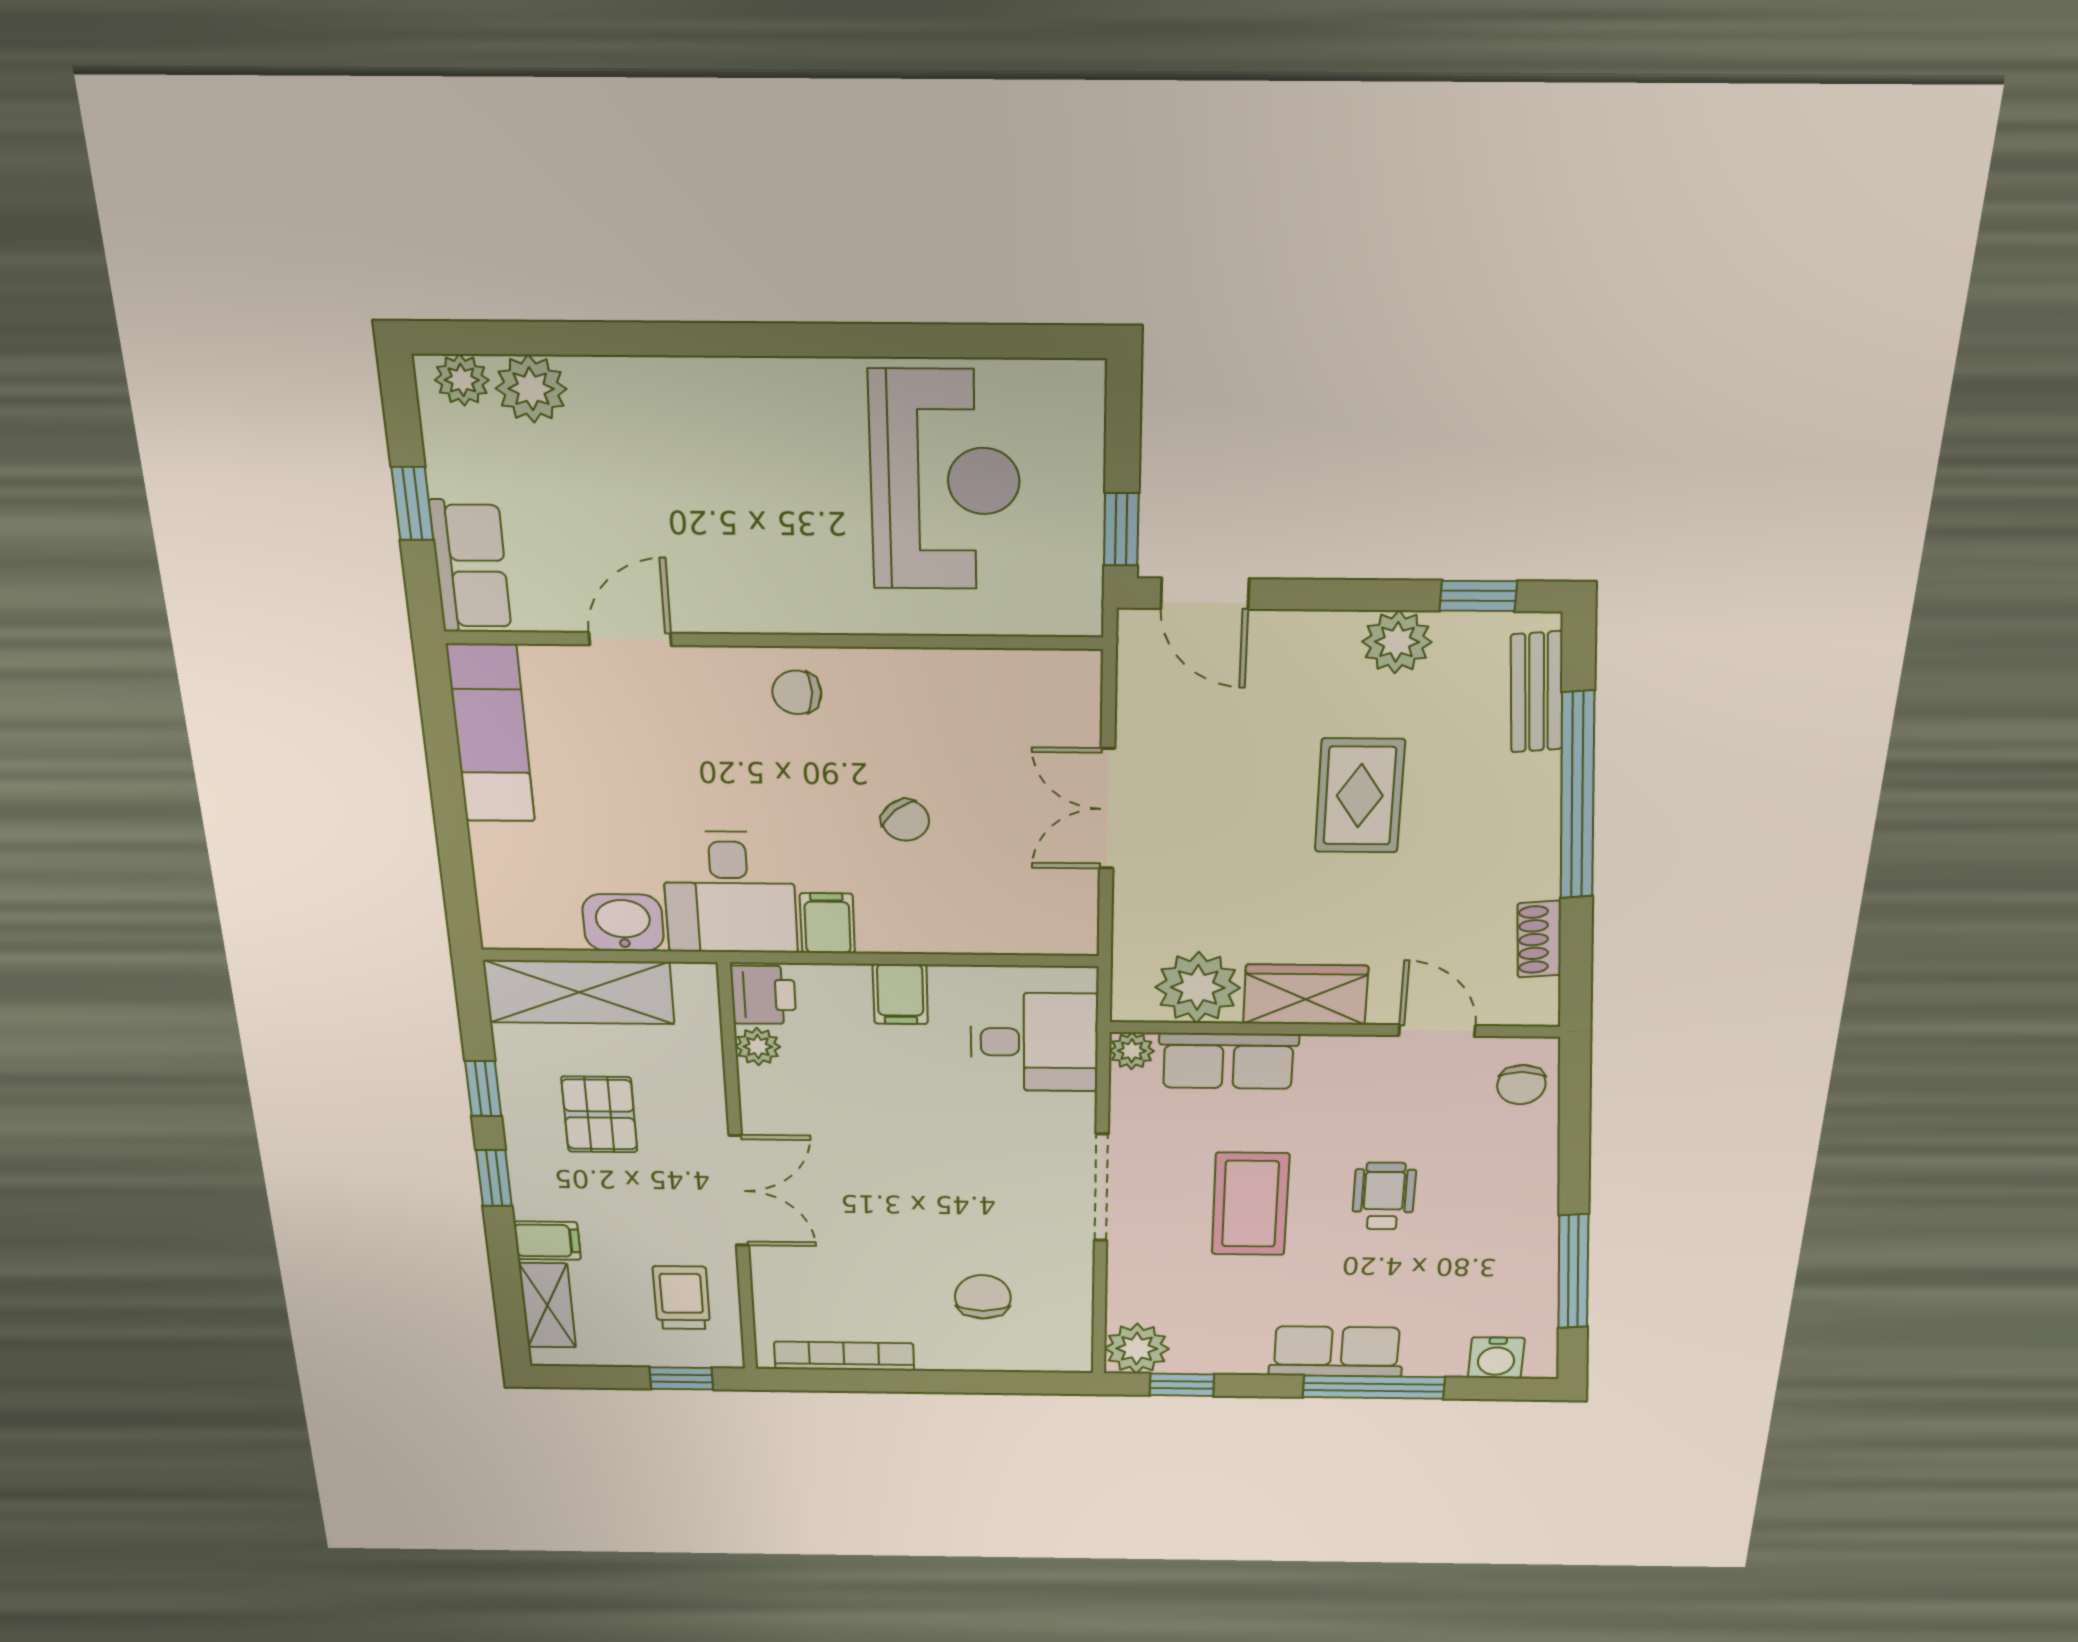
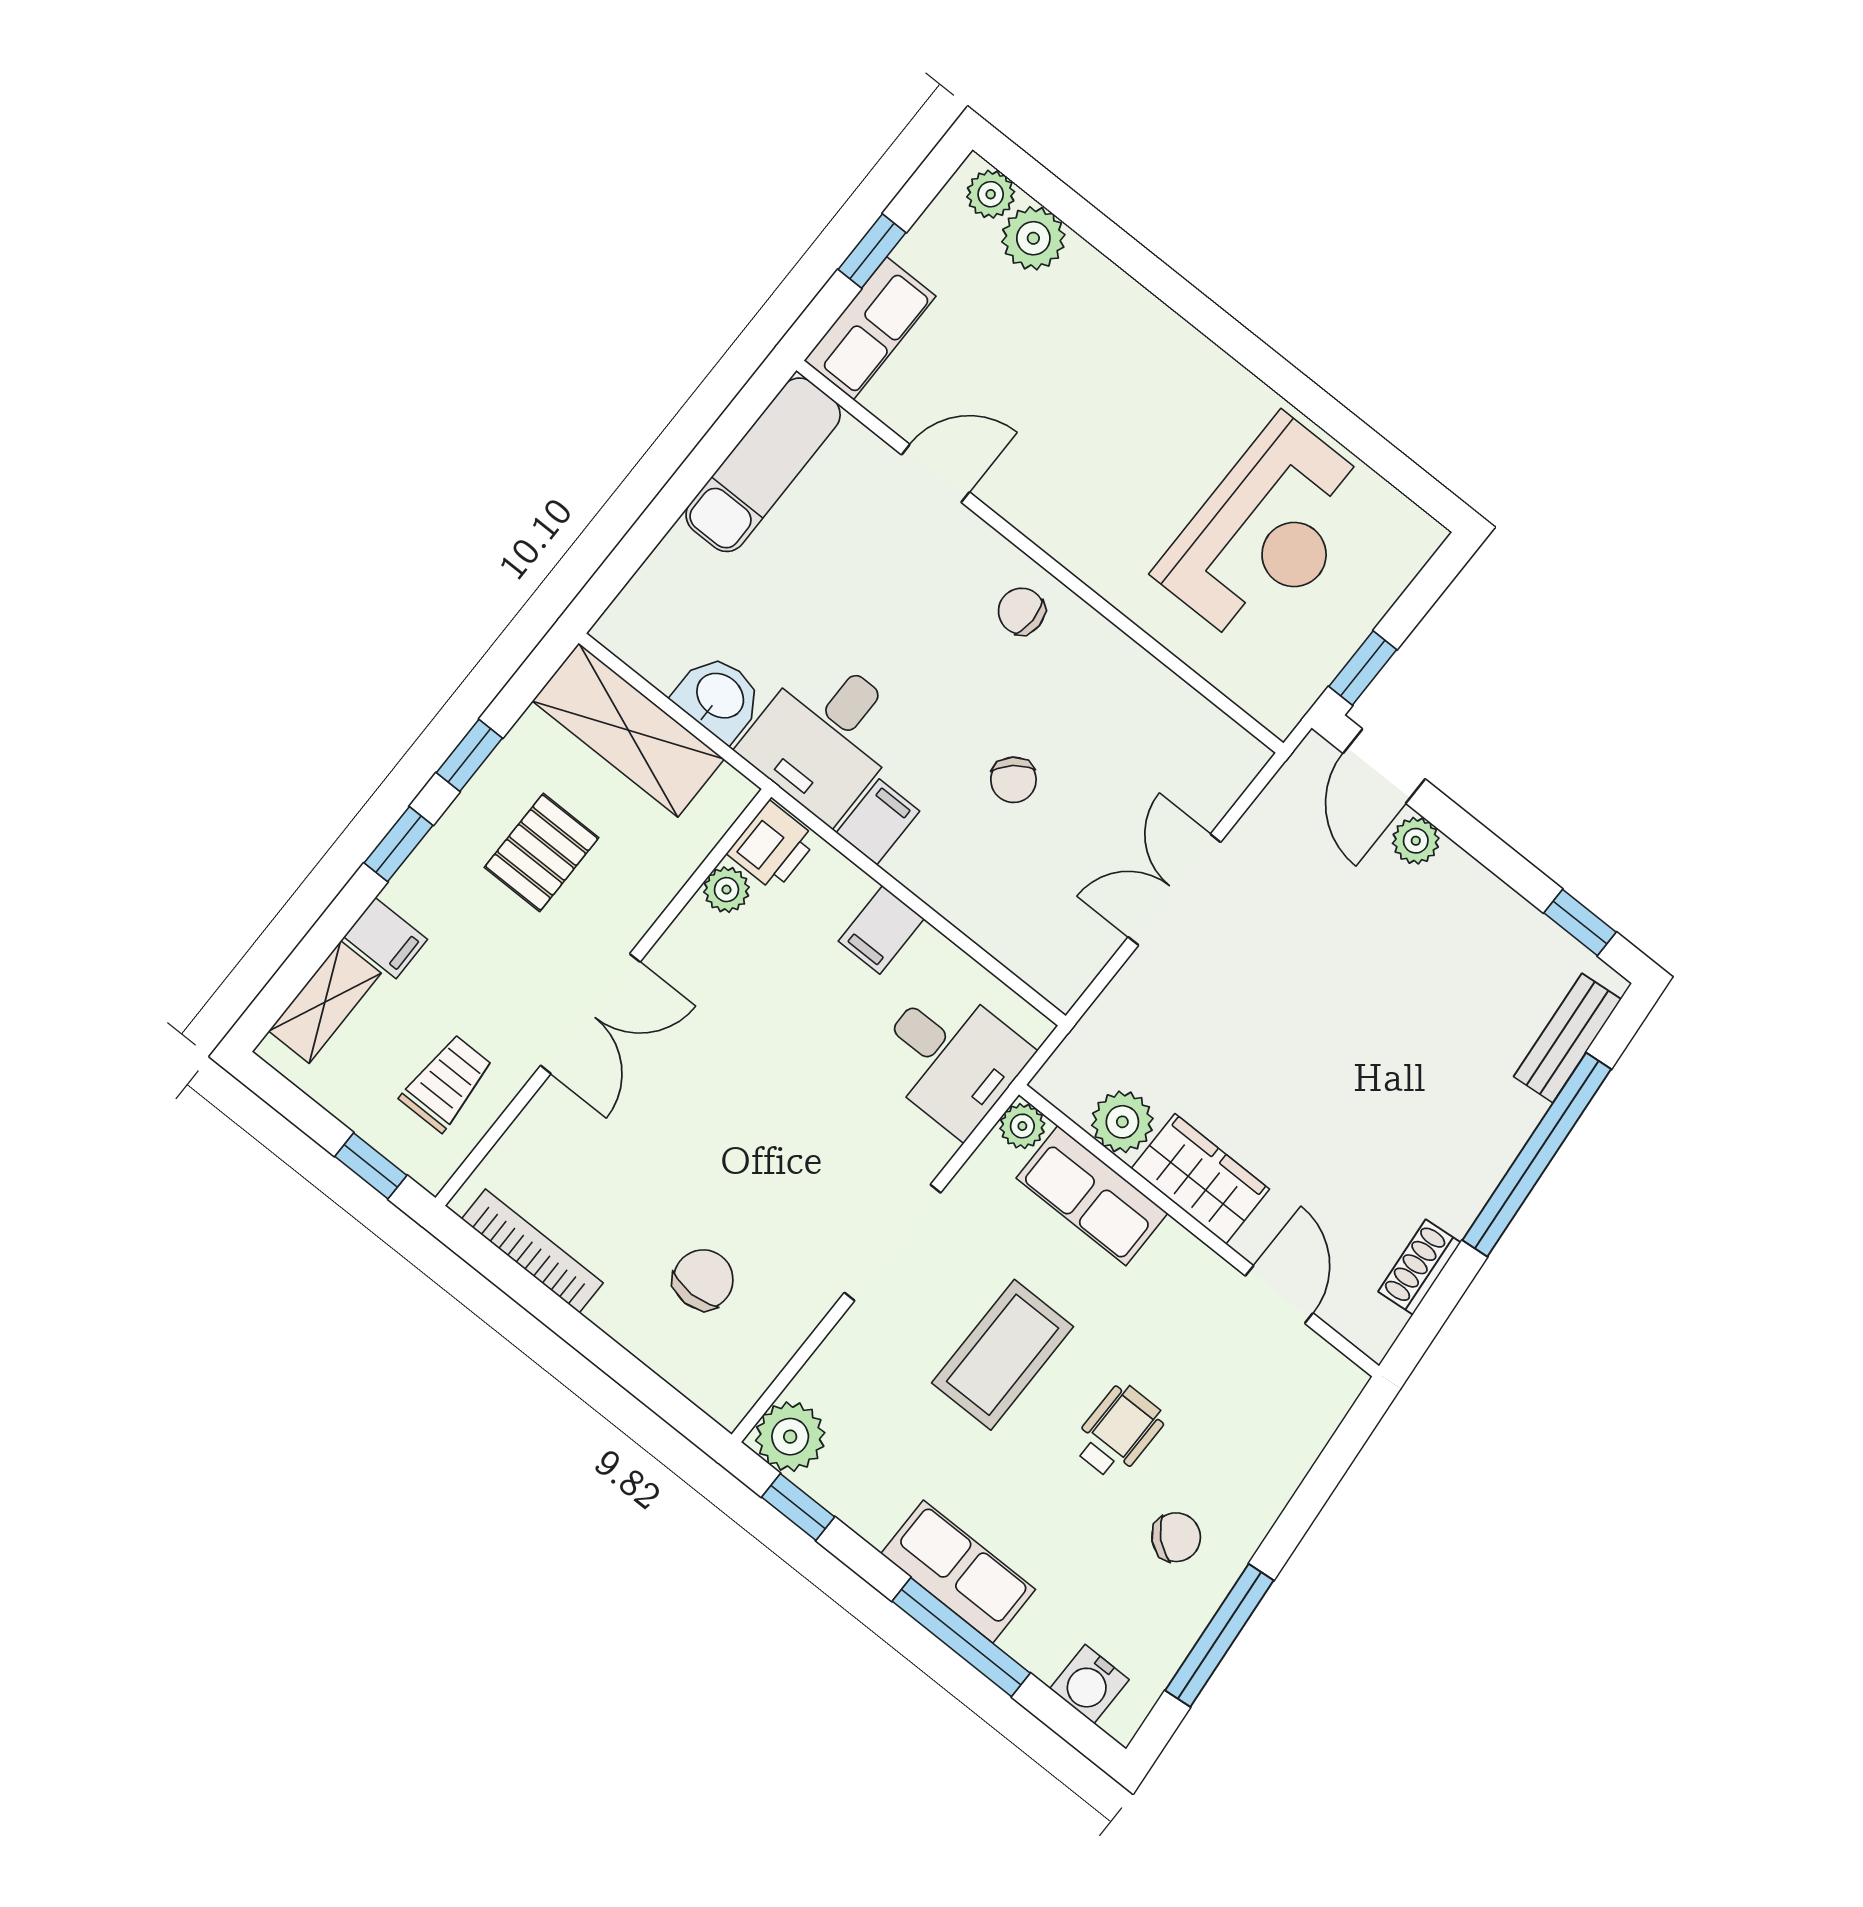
plant: (1397, 642) -> (1416, 841), moved, width x0.73, depth x0.73
rug: (1360, 796) -> (1374, 1027), removed
plant: (1198, 987) -> (1122, 1122), width x0.73, depth x0.73
chair: (1521, 1085) -> (1176, 1537), moved, turned -138

